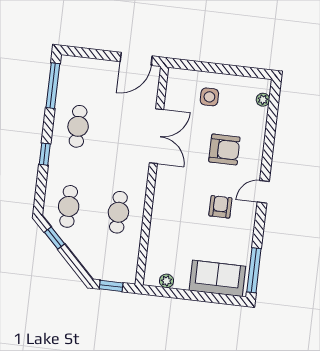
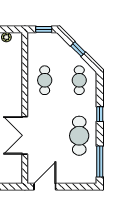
cafe table: (78, 126) -> (79, 136), width x1.37, depth x1.35
window: (54, 238) -> (78, 49), moved

